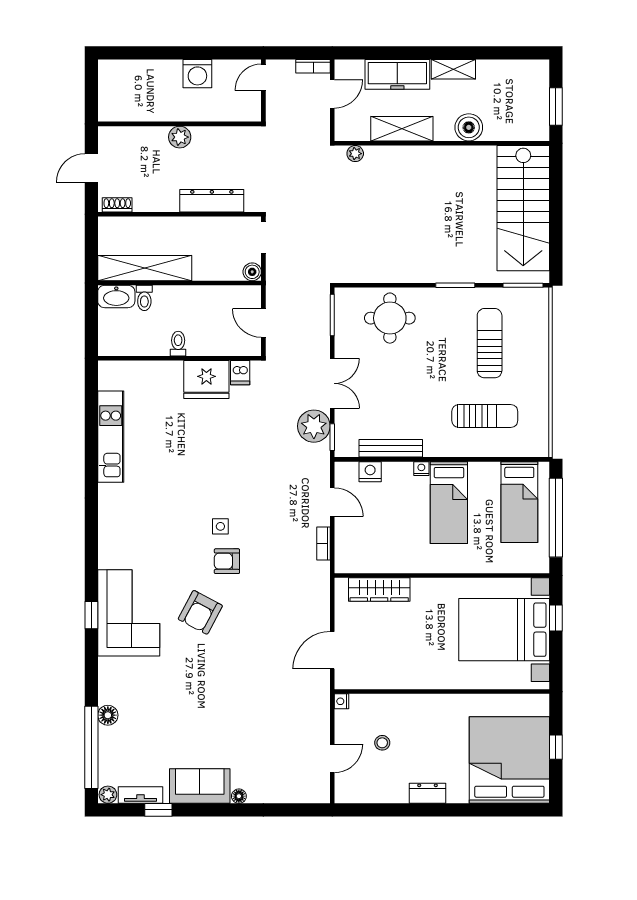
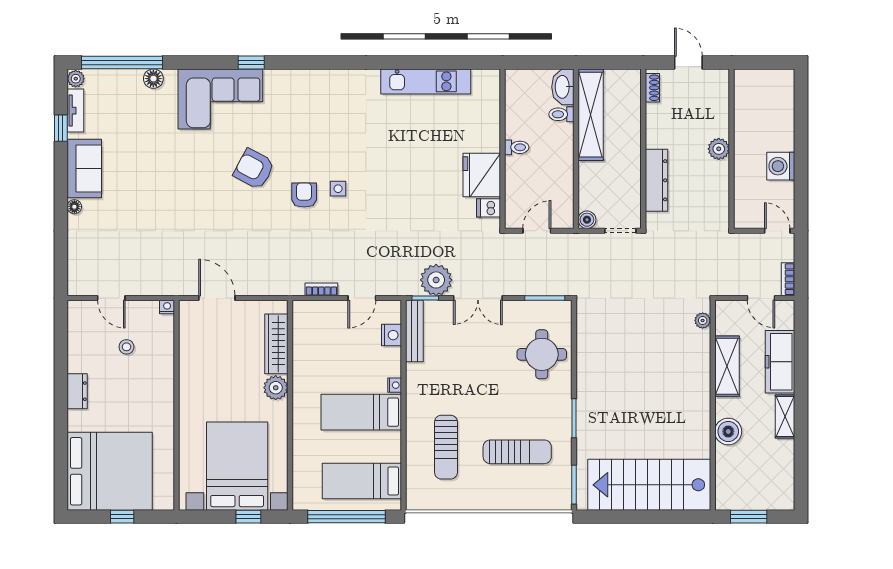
bench: (391, 448) -> (414, 331), moved
plant: (424, 590) -> (276, 388), added
corner sofa: (129, 613) -> (220, 99), moved

